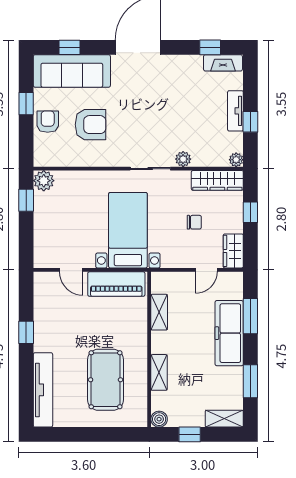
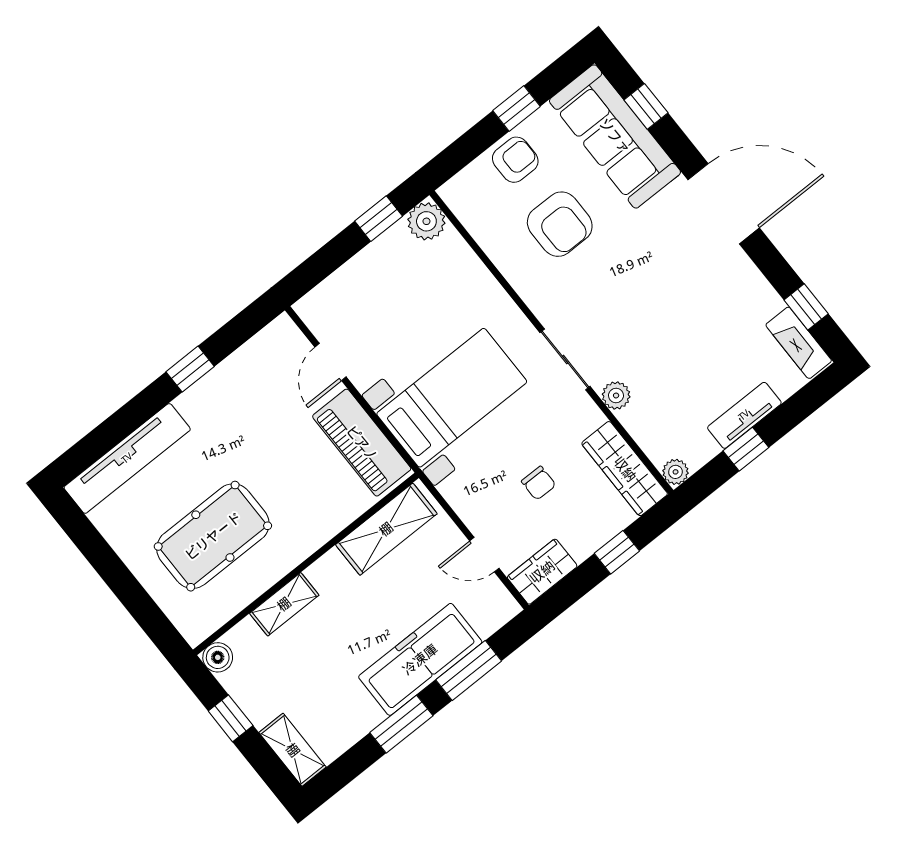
shelving: (159, 312) -> (386, 529), width x1.50, depth x1.33
window: (250, 381) -> (401, 724), moved

